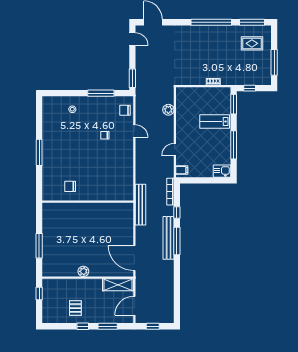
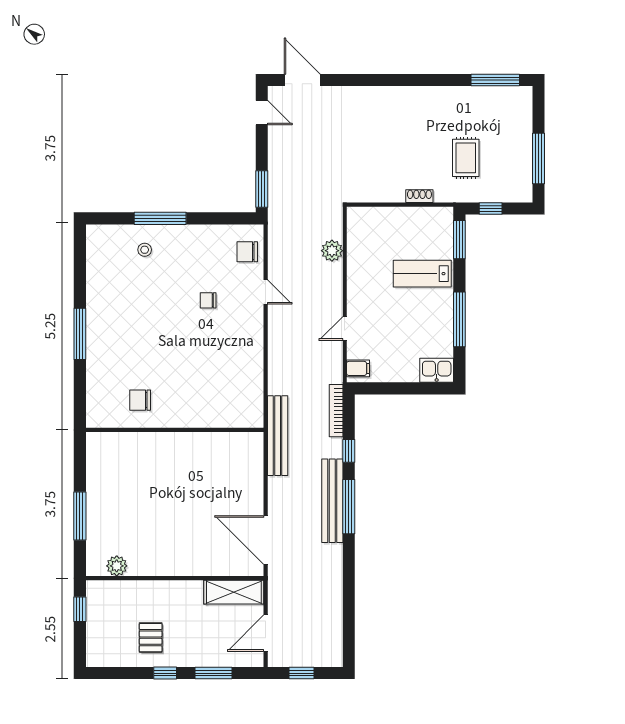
window: (211, 22) -> (416, 80), removed
rug: (252, 43) -> (466, 158), moved, turned 90
window: (101, 93) -> (160, 218), moved
plant: (83, 271) -> (117, 566), moved

